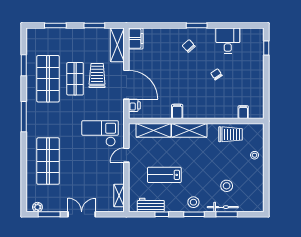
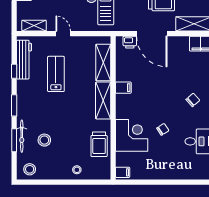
window: (266, 48) -> (191, 182), removed
door: (126, 85) -> (152, 34), hinge flipped
corner desk: (222, 104) -> (132, 135), added
filing cabinet: (243, 112) -> (123, 172), moved
door: (126, 155) -> (63, 34), moved
stool: (193, 202) -> (30, 169), moved
workbench: (151, 205) -> (24, 60), width x1.38

